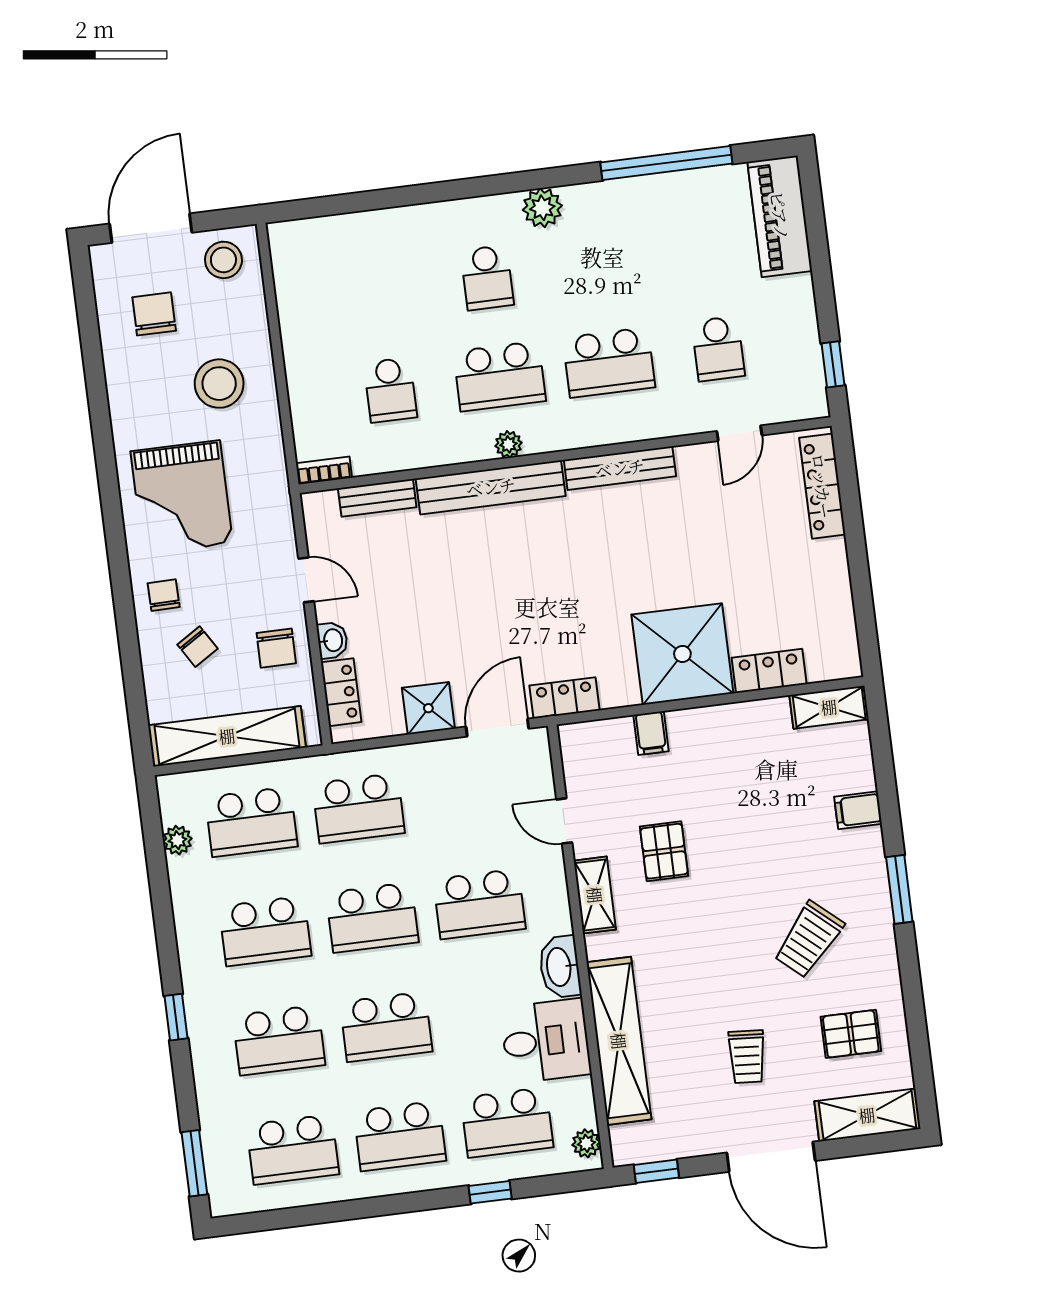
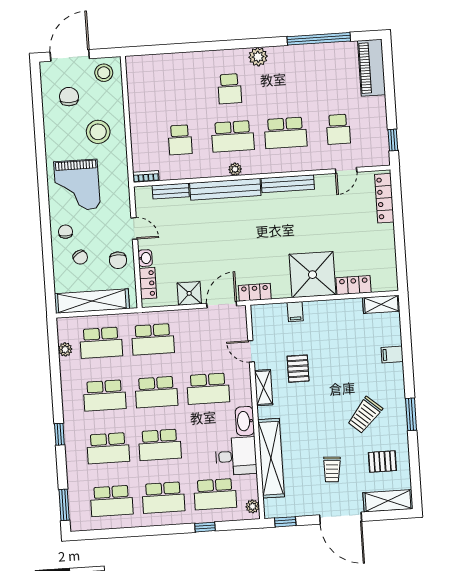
window: (899, 889) -> (411, 414), moved

